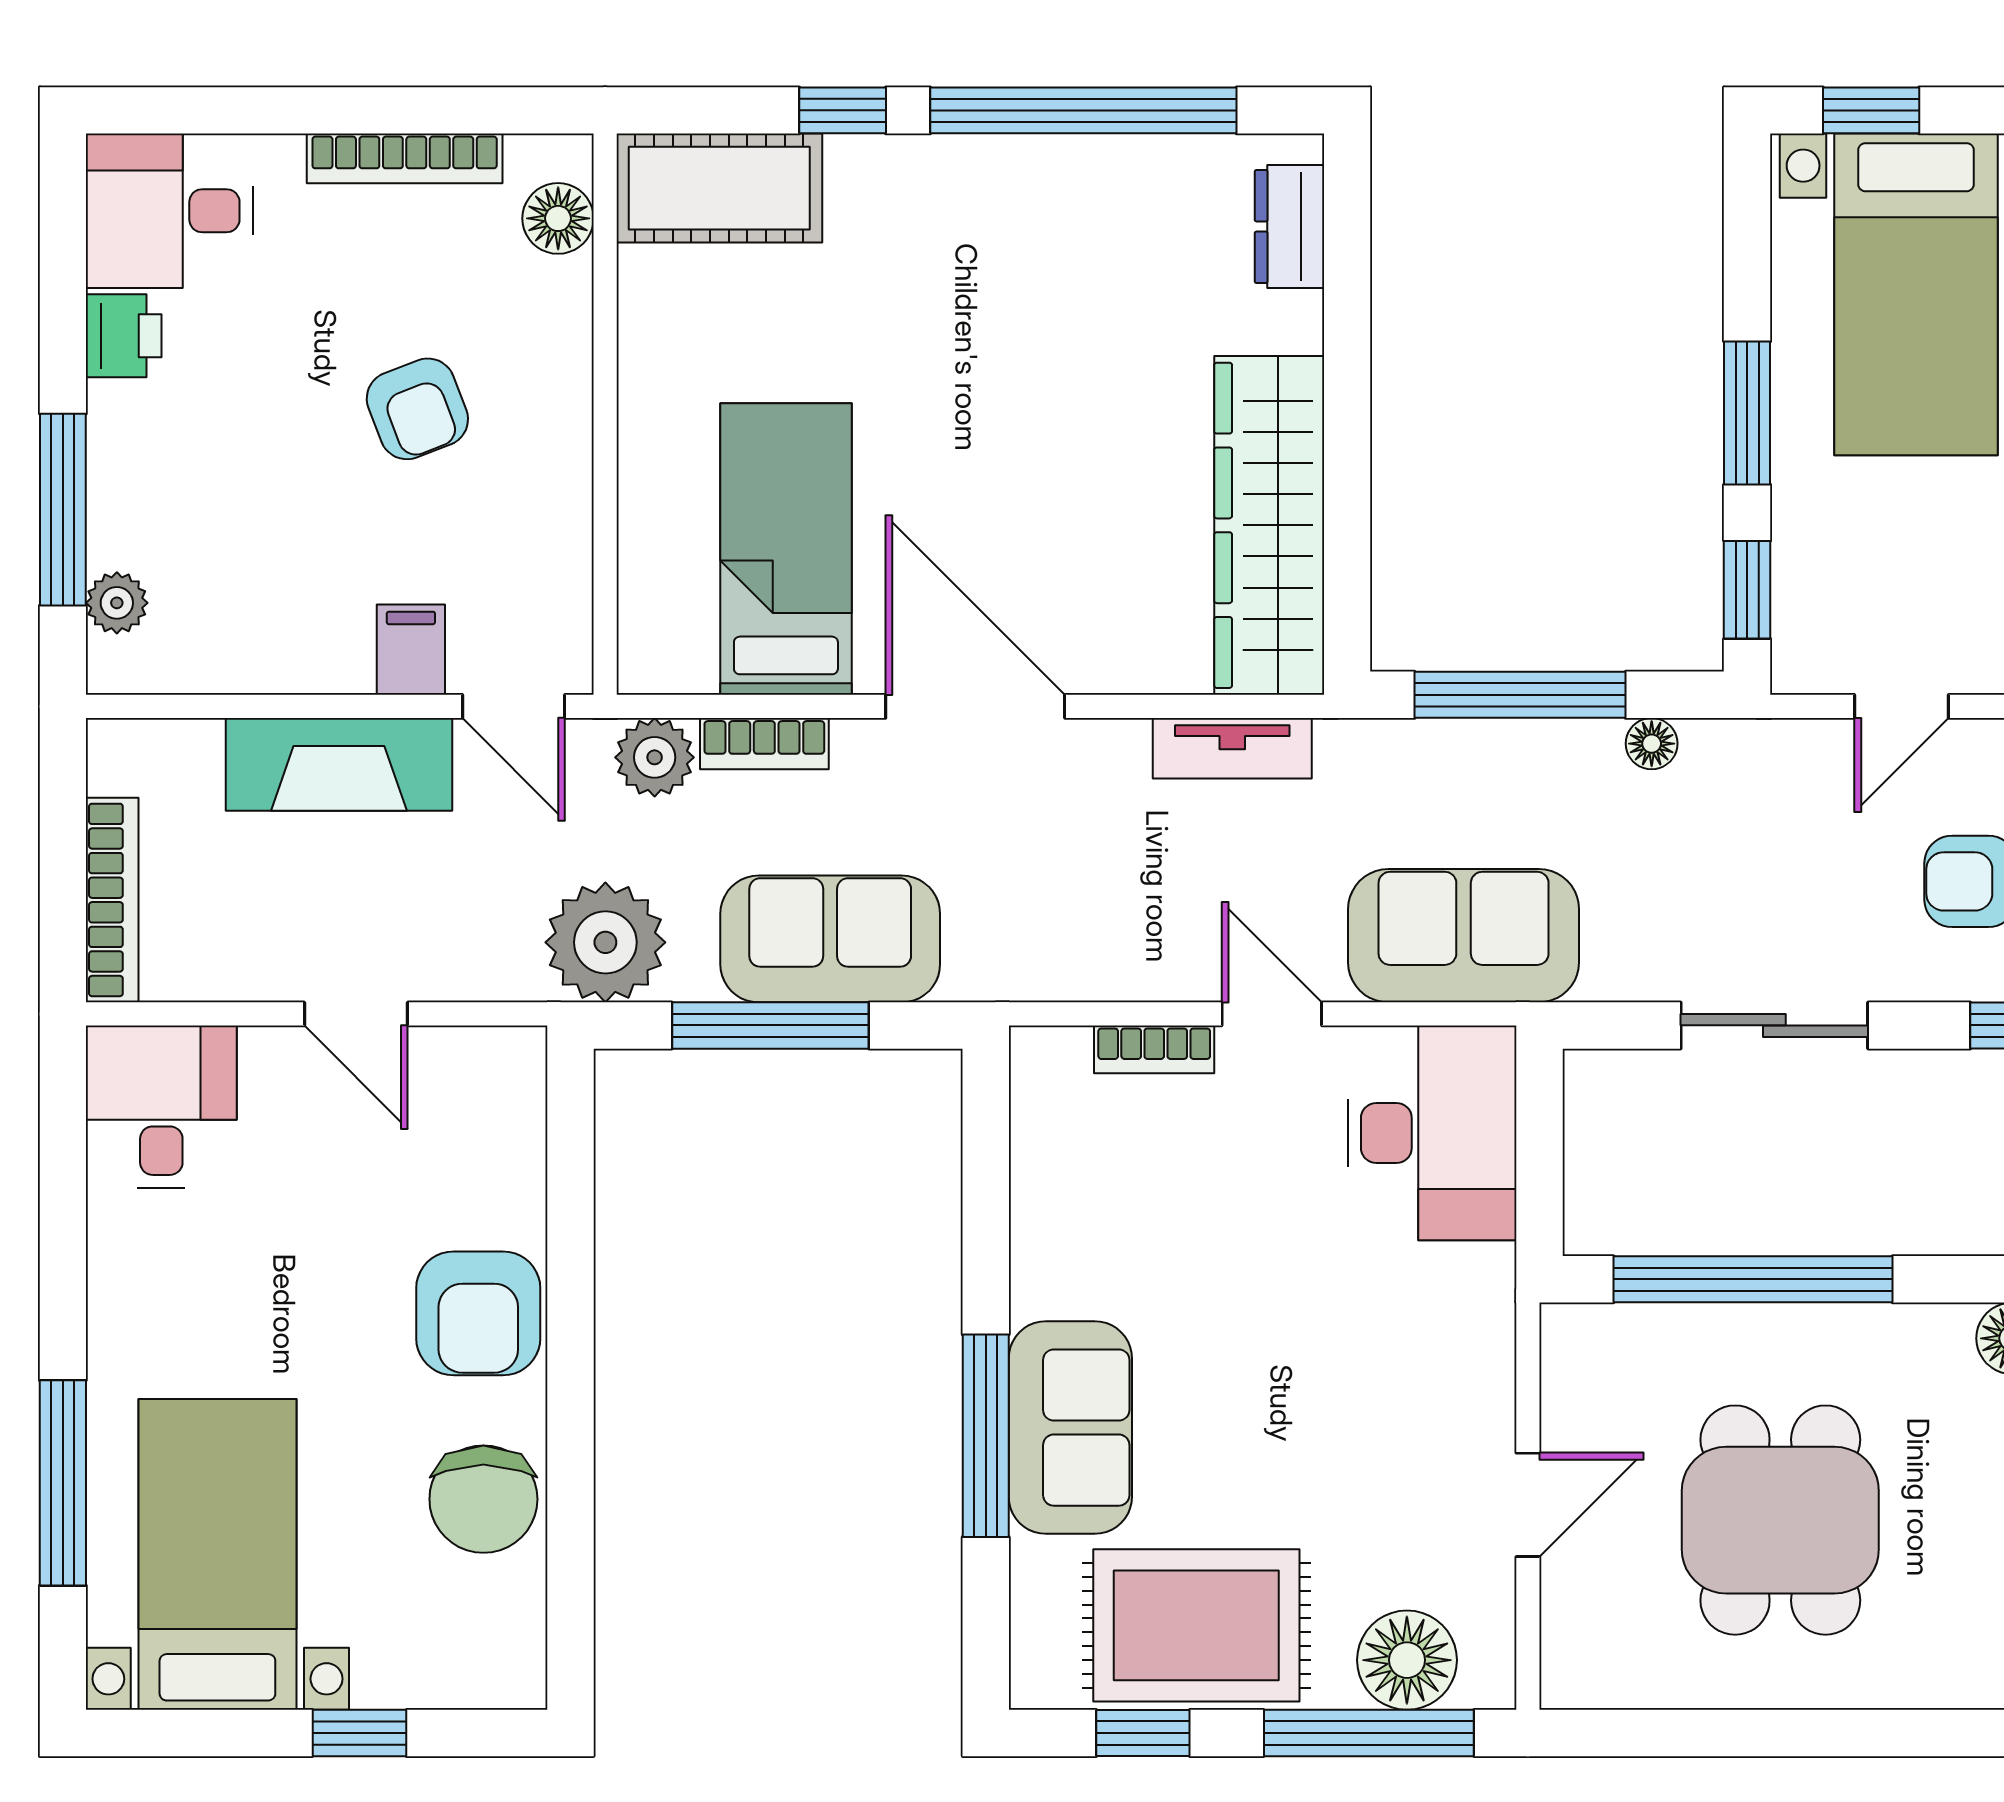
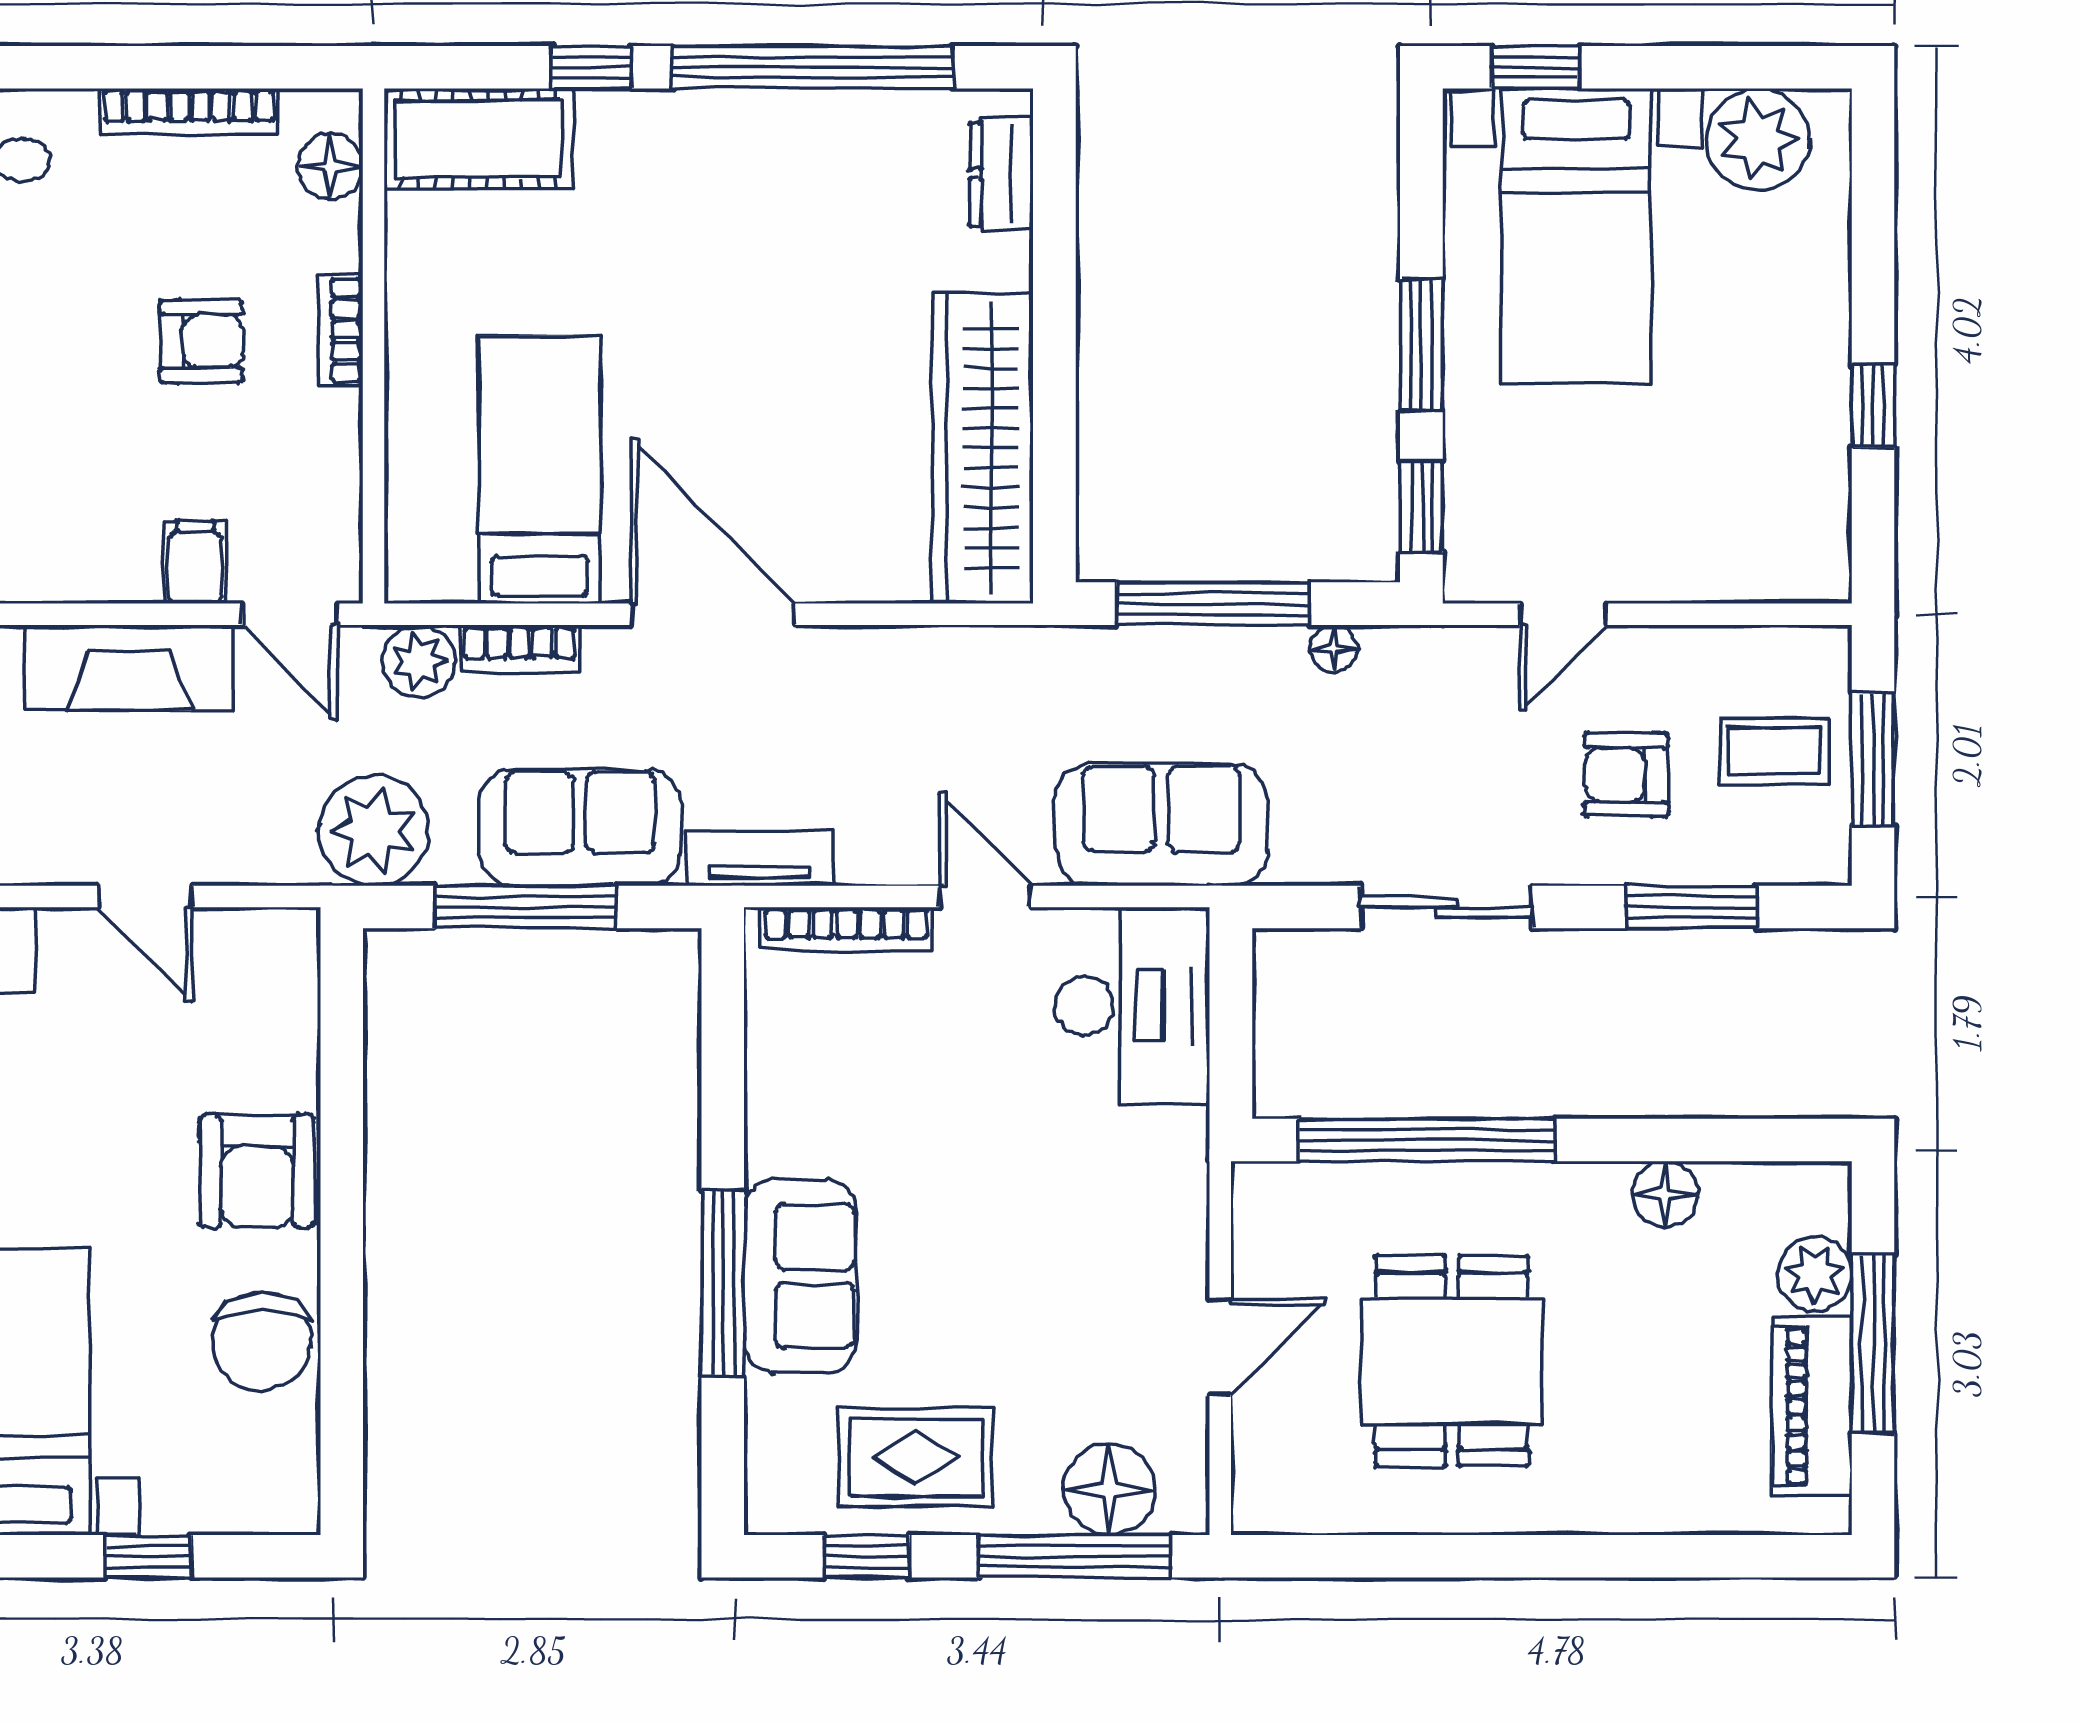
bookcase: (569, 397) -> (341, 330), added
armchair: (417, 409) -> (201, 341), turned -69
tv unit: (1232, 748) -> (759, 858), moved, turned 180
bookcase: (1154, 1049) -> (846, 929), width x1.56
rug: (1196, 1625) -> (916, 1458), width x0.73, depth x0.70

